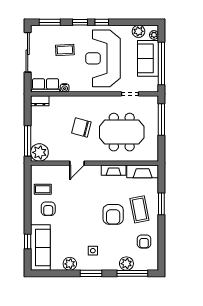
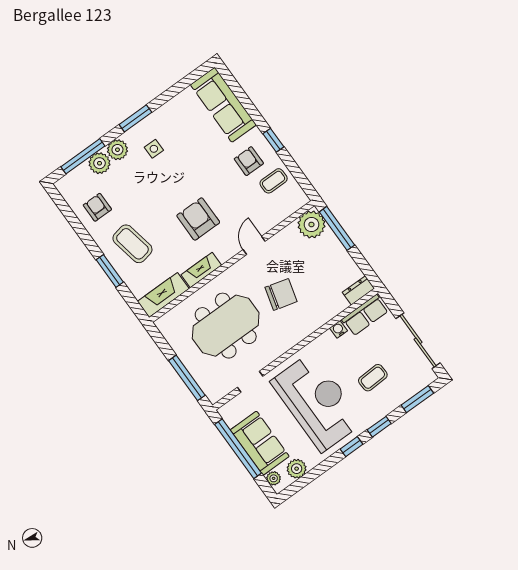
armchair: (113, 214) -> (198, 219), moved
window: (28, 241) -> (273, 140), moved
plant: (70, 264) -> (117, 150), moved

